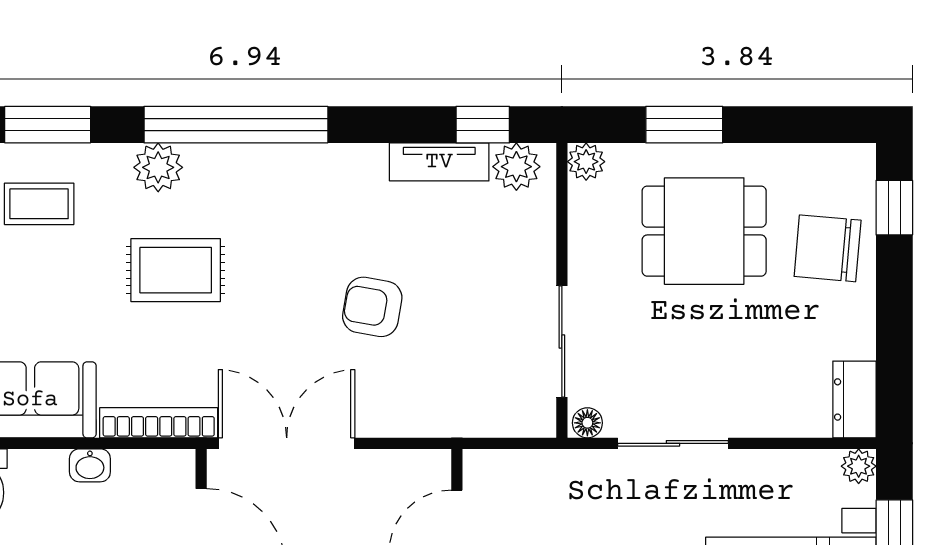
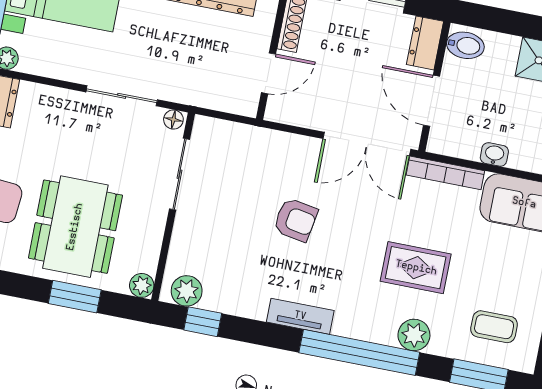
tv unit: (439, 162) -> (300, 316), moved
dining table: (704, 231) -> (75, 227), width x1.38

